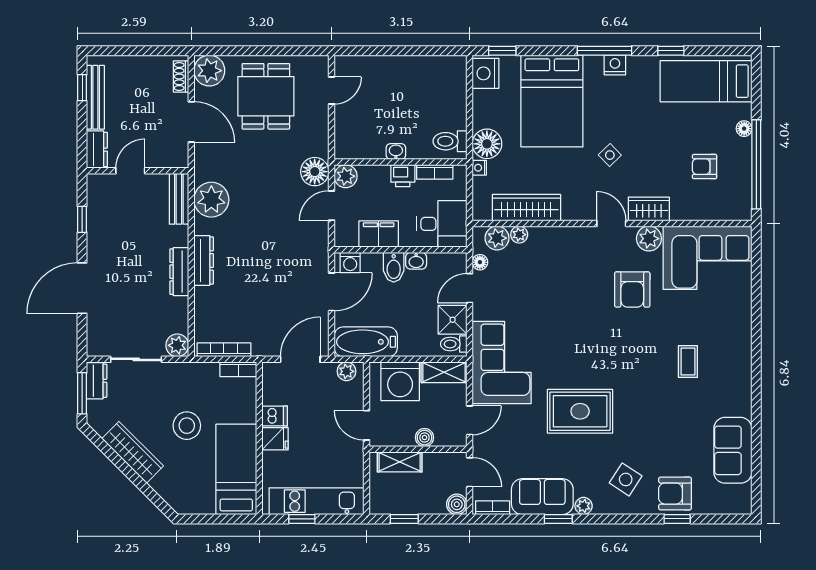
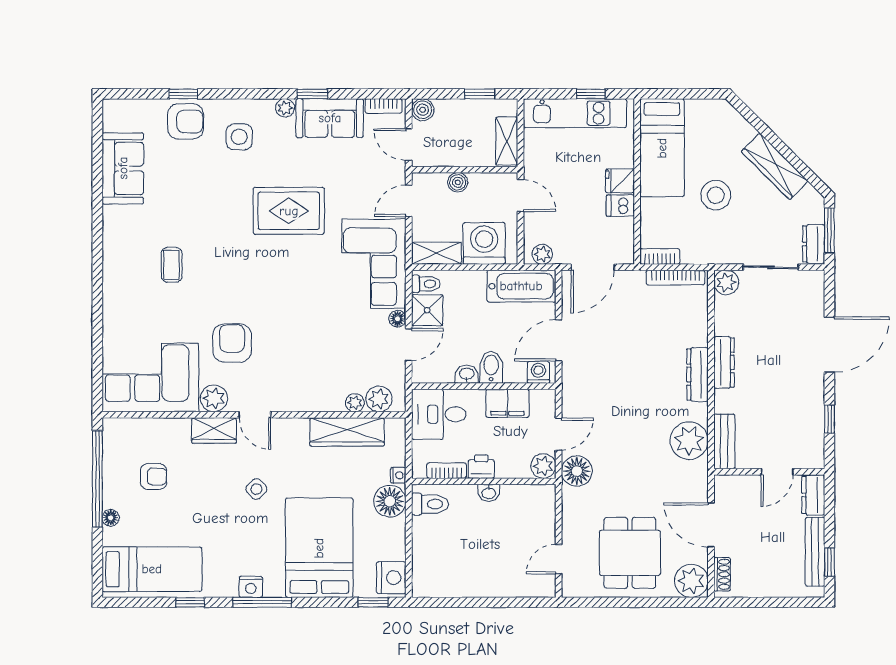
floor lamp: (480, 262) -> (397, 319), moved
shelving: (400, 462) -> (507, 141), moved, turned 90
side table: (626, 479) -> (239, 137), turned -33

